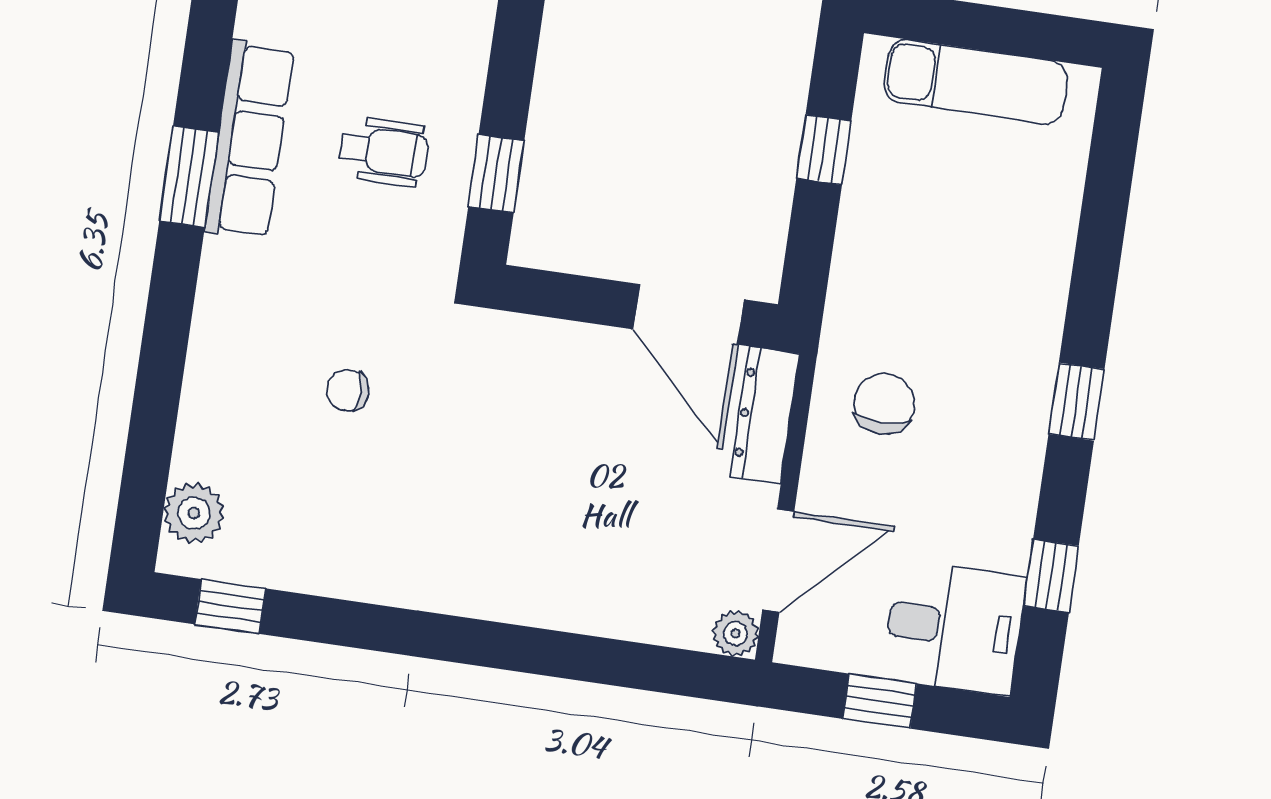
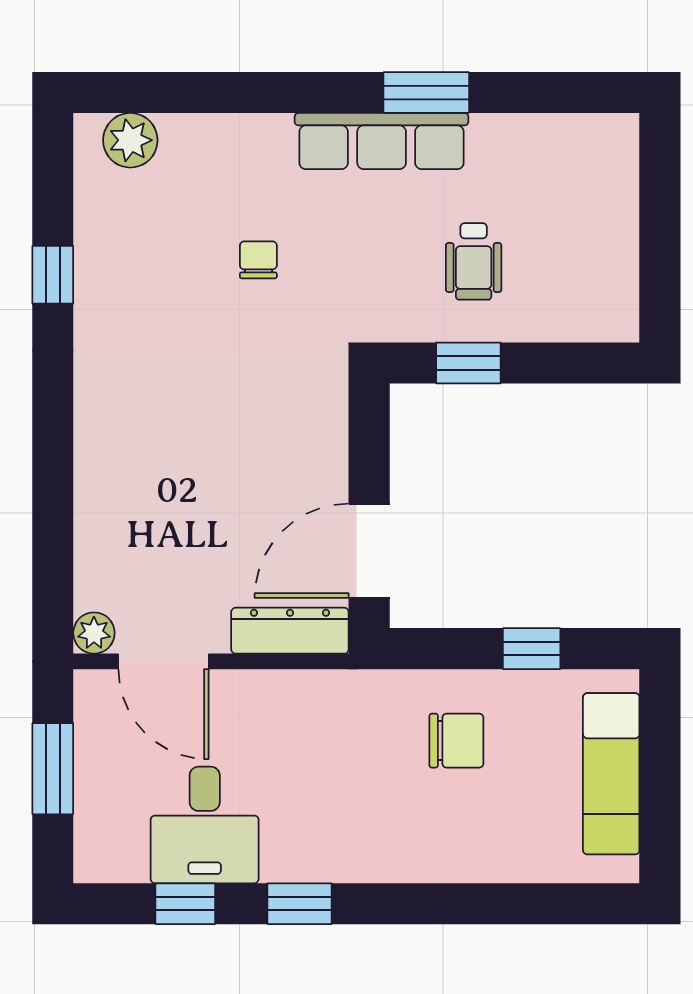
row of seats: (249, 140) -> (382, 141), moved
window: (1076, 402) -> (299, 904), moved
chair: (884, 404) -> (456, 741), moved
window: (230, 606) -> (53, 275), moved
desk: (954, 628) -> (205, 825), moved
window: (880, 701) -> (53, 769), width x1.50

